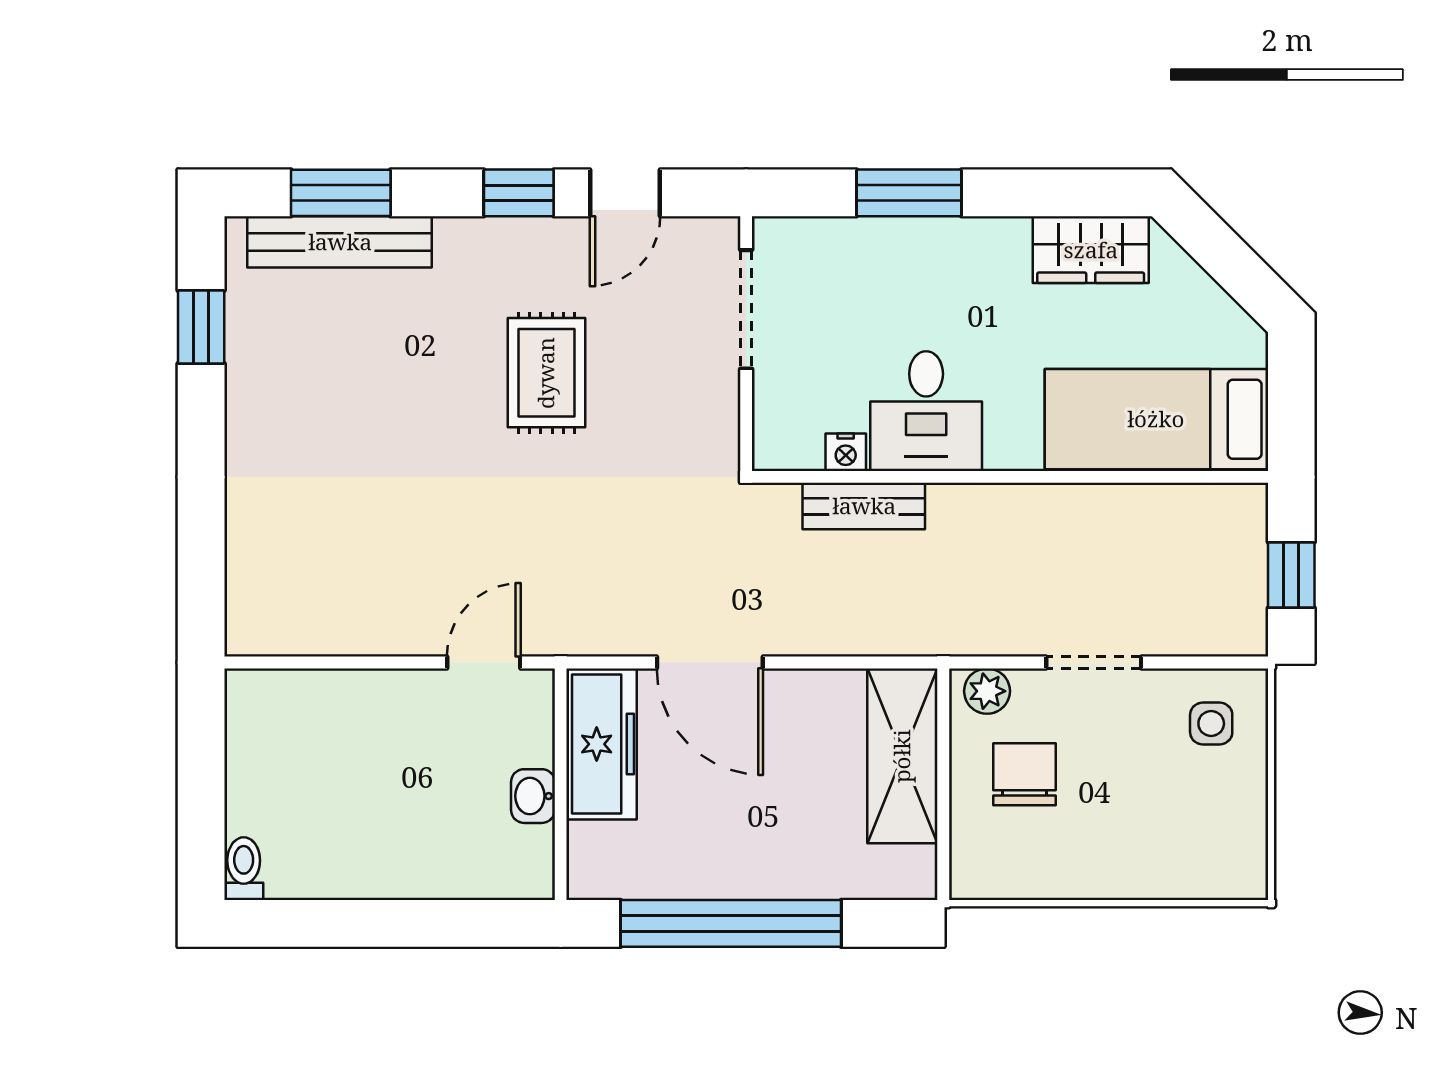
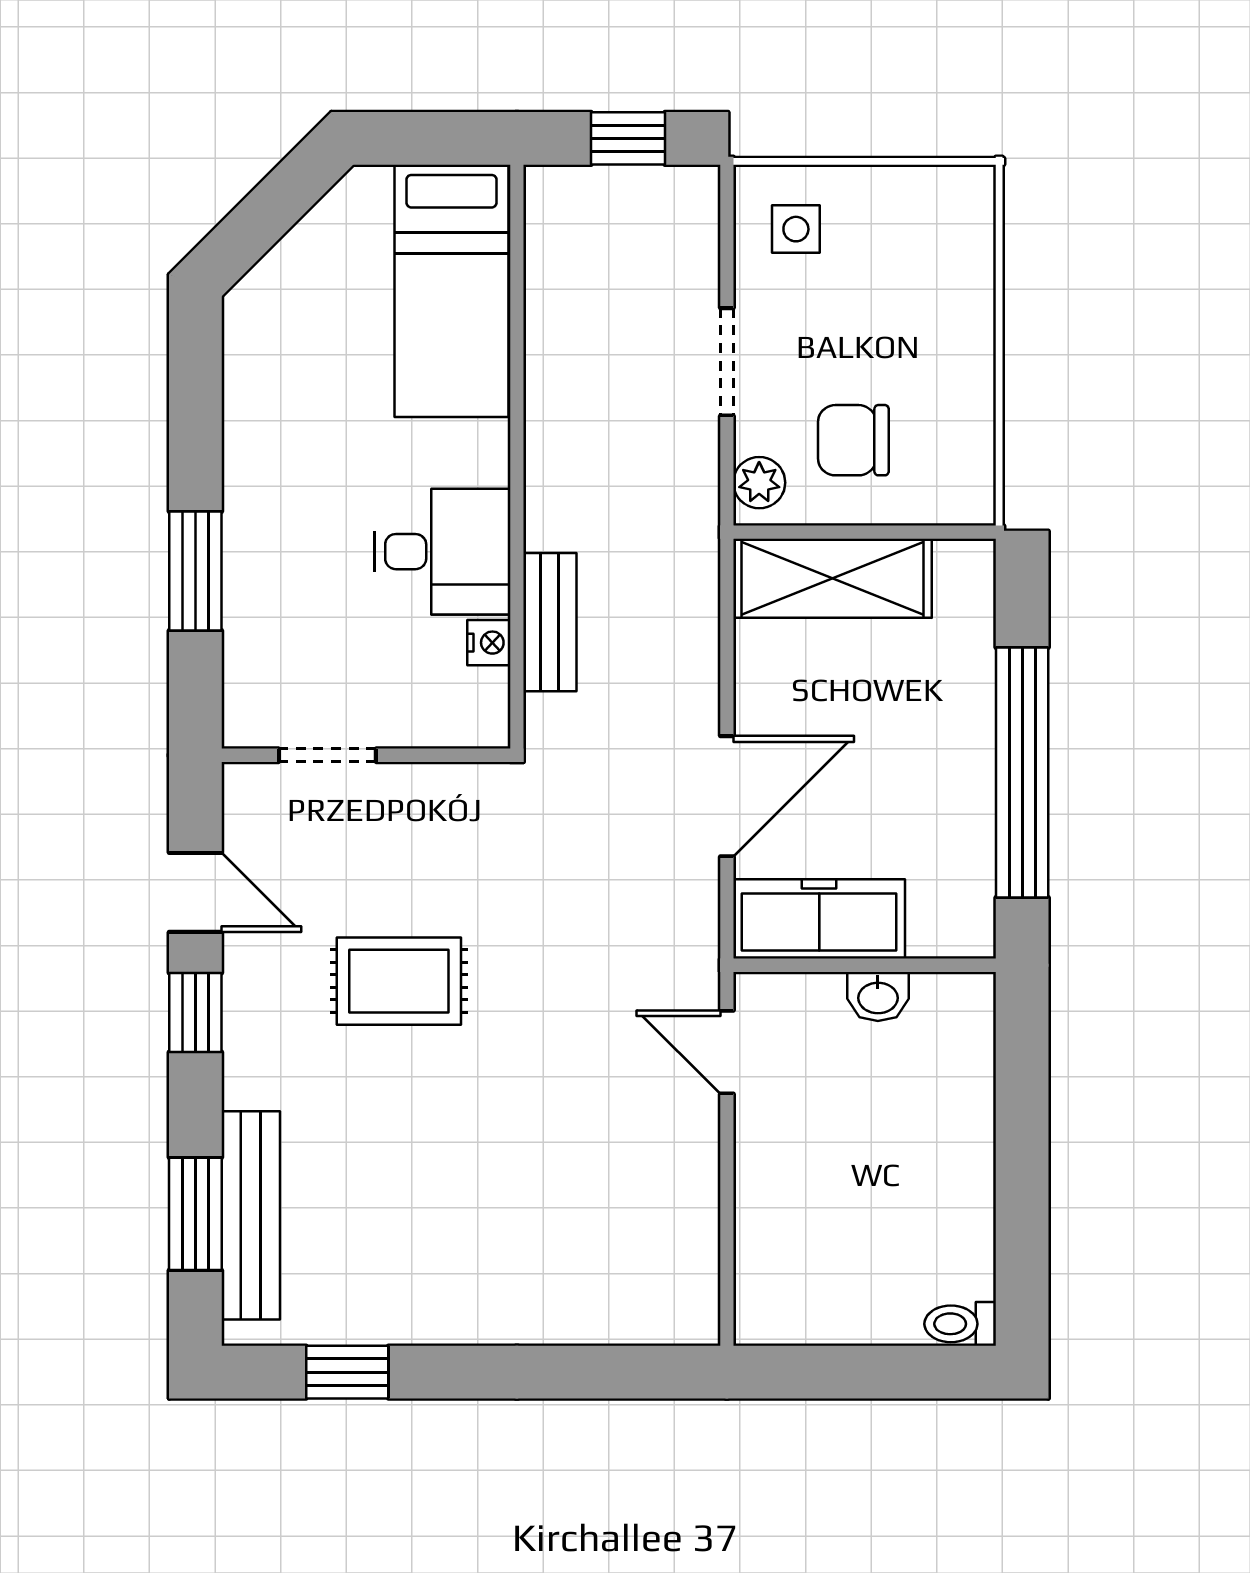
wardrobe: (1091, 250) -> (260, 365), removed
doorway: (746, 309) -> (327, 755), width x0.73

